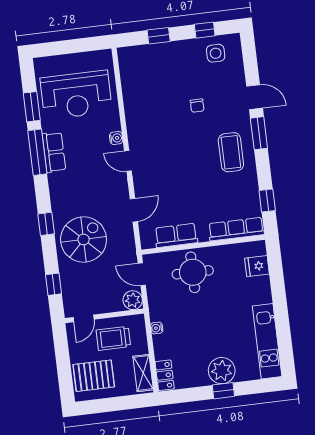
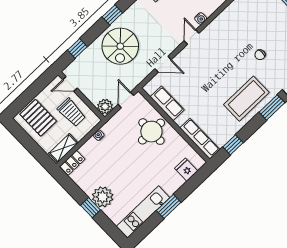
coffee table: (231, 152) -> (246, 99), width x1.36, depth x1.32
spiral stairs: (84, 239) -> (120, 46), turned 90
window: (281, 311) -> (169, 206), added
trolley: (113, 338) -> (71, 112), turned 180

